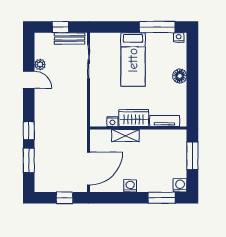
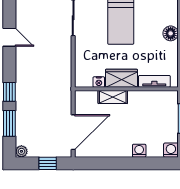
plant: (40, 65) -> (21, 151), moved
washing machine: (130, 186) -> (139, 151), moved
window: (162, 198) -> (151, 163), removed

